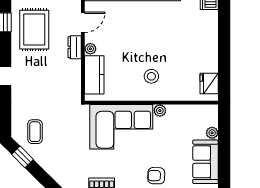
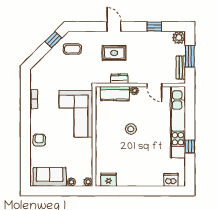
rug: (34, 30) -> (114, 53), moved, width x0.73, depth x0.70
dresser: (75, 47) -> (119, 79), moved
stool: (151, 76) -> (131, 129), moved
plant: (160, 111) -> (88, 182), moved

